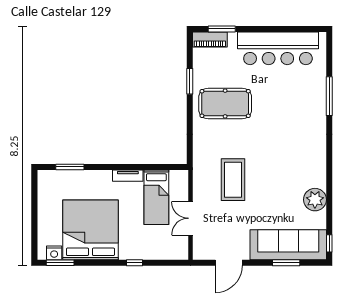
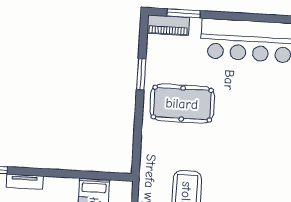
tv unit: (128, 176) -> (25, 182), moved

